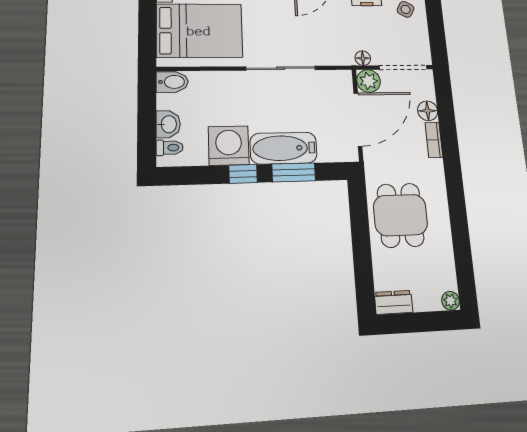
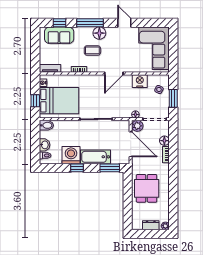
window: (436, 27) -> (173, 98), added
window: (147, 31) -> (35, 101), added
door: (358, 119) -> (131, 144), hinge flipped
window: (294, 172) -> (110, 168), moved
dresser: (394, 302) -> (151, 225), moved

